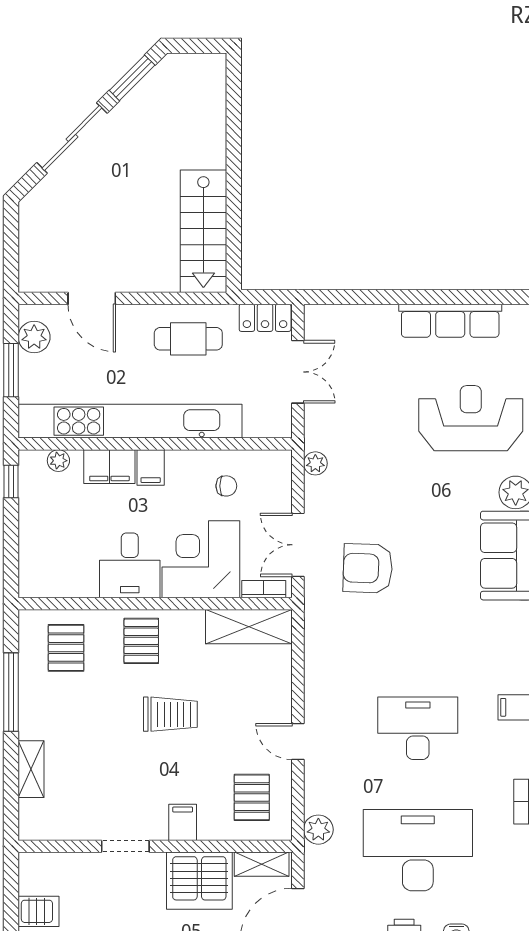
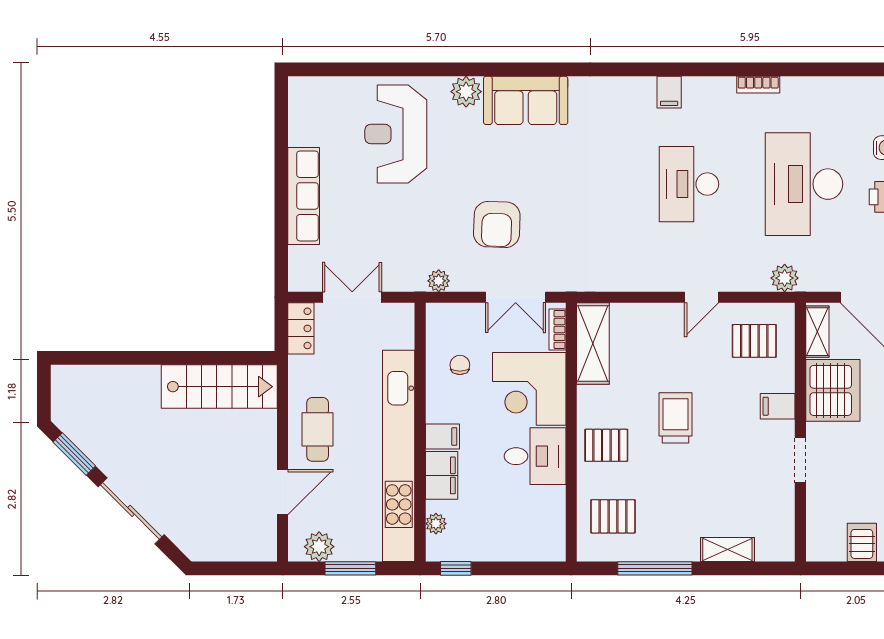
row of seats: (450, 321) -> (304, 196), moved
cafe table: (188, 339) -> (318, 429), moved
armchair: (368, 568) -> (497, 224), moved

